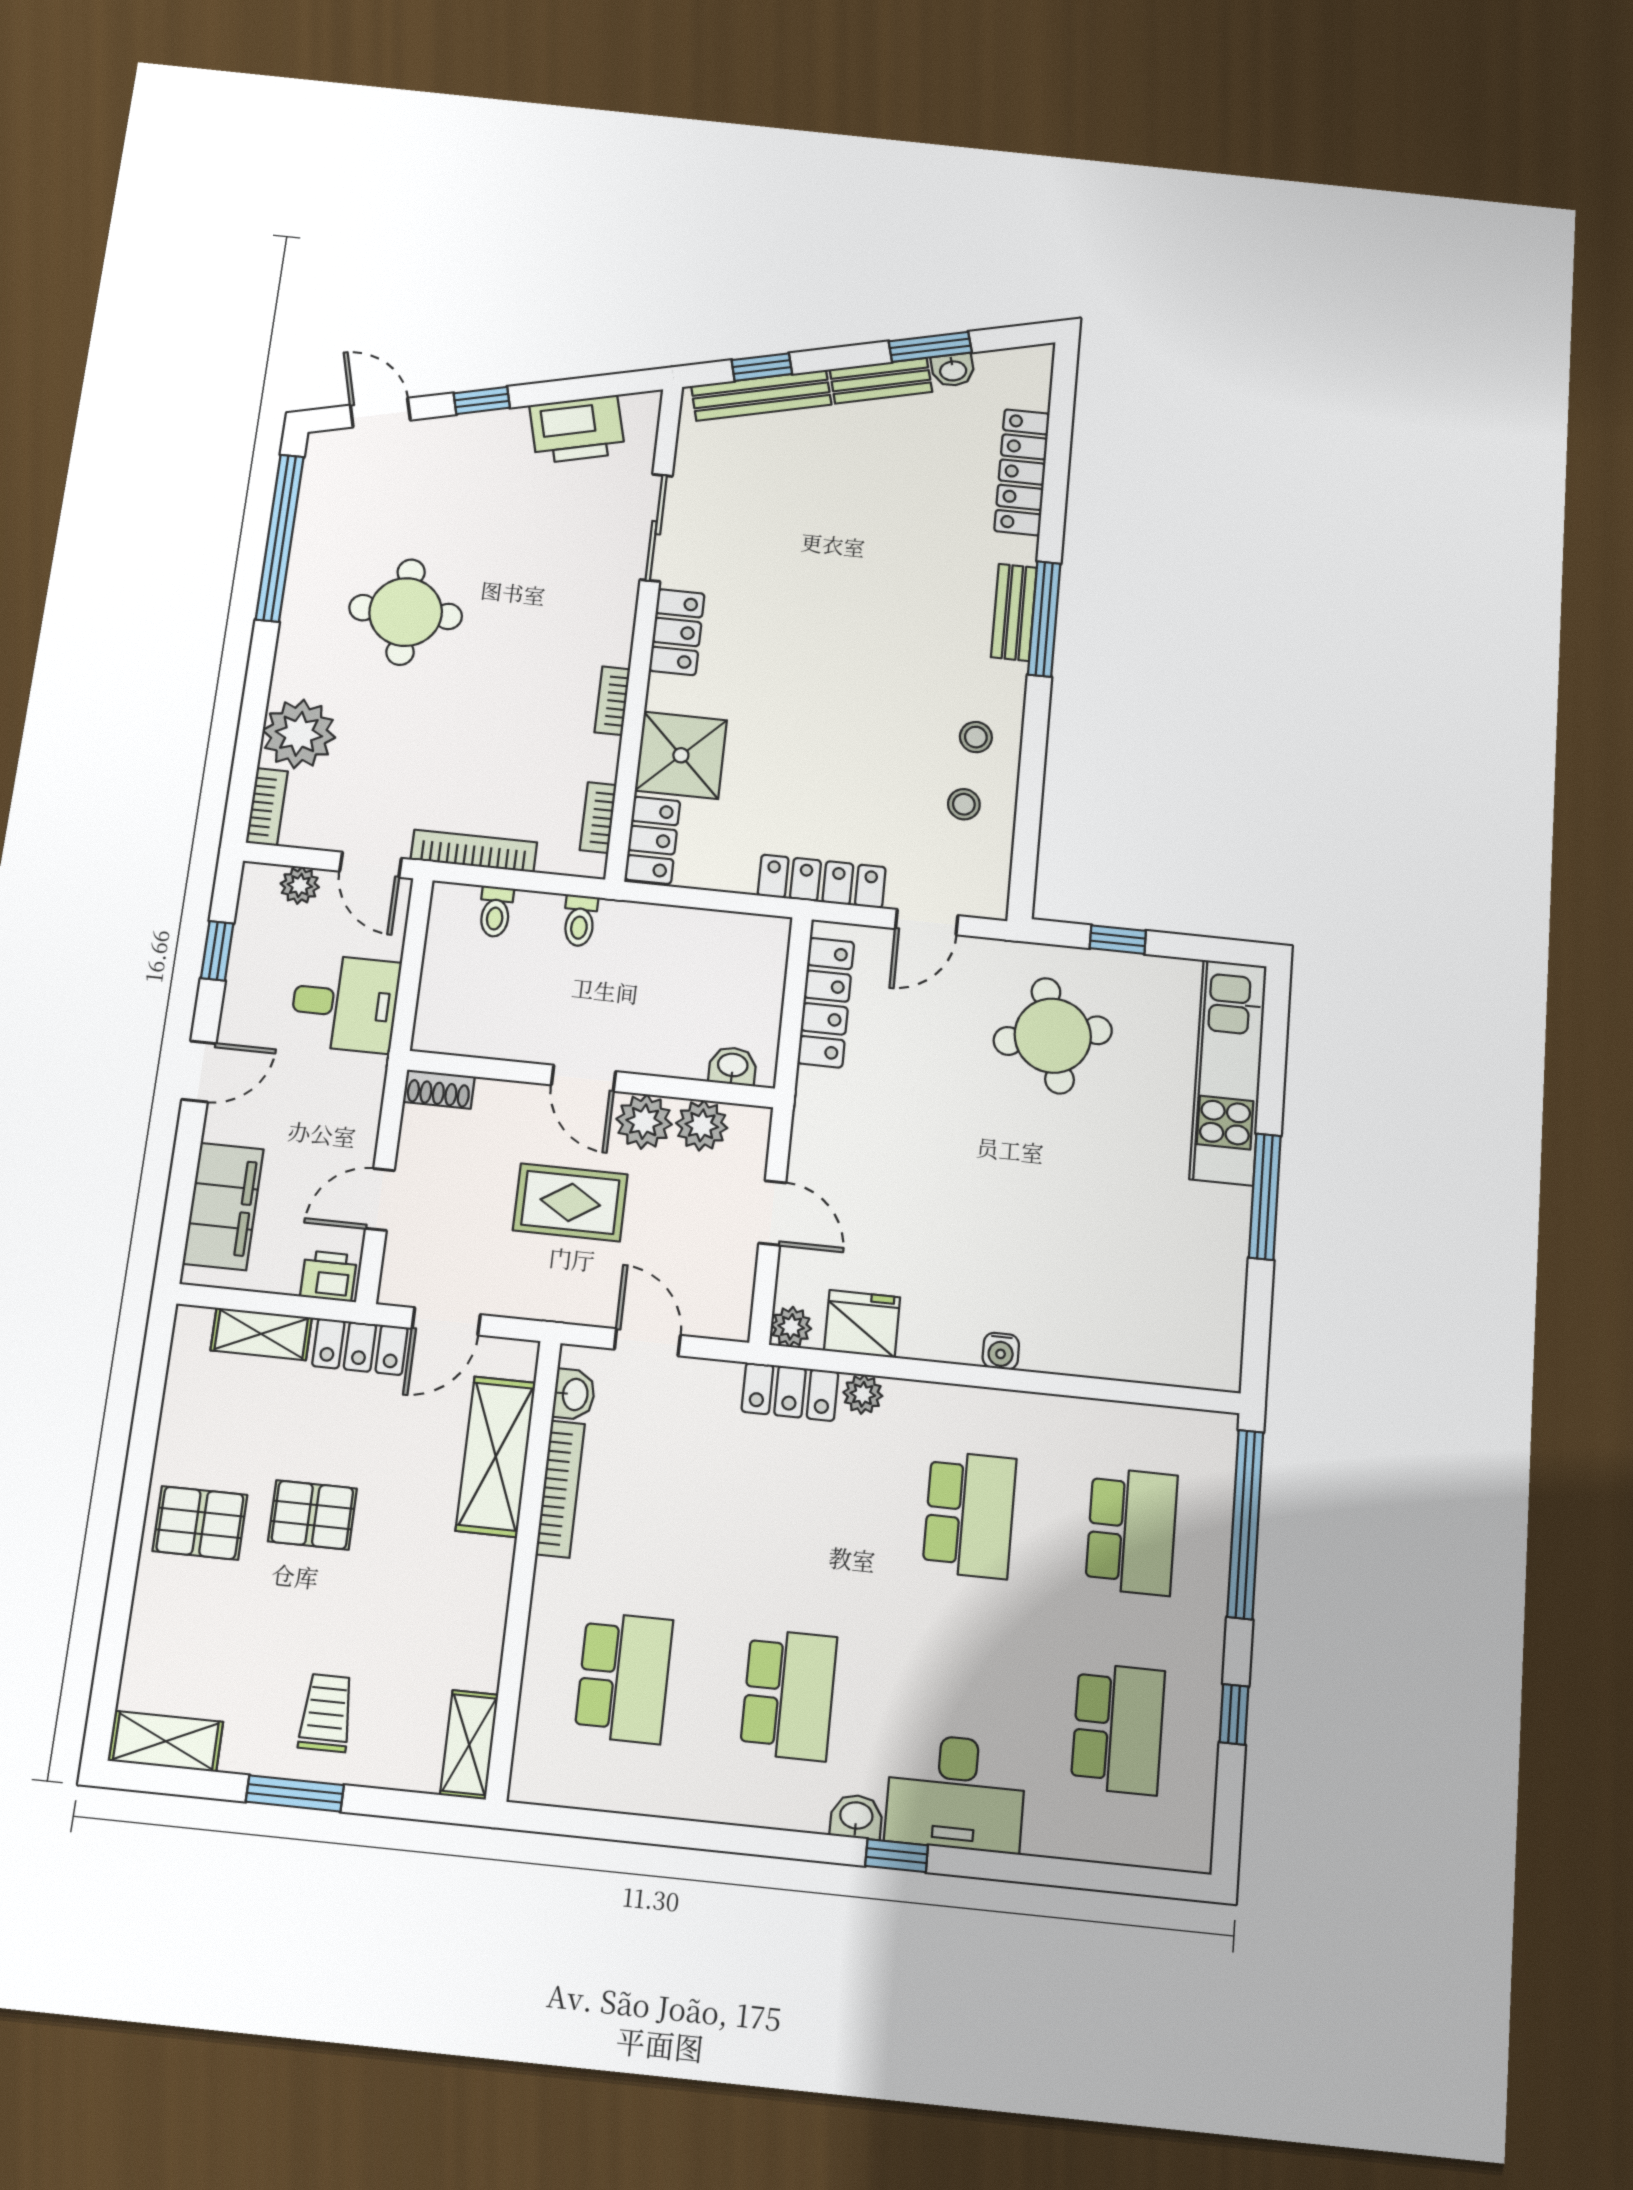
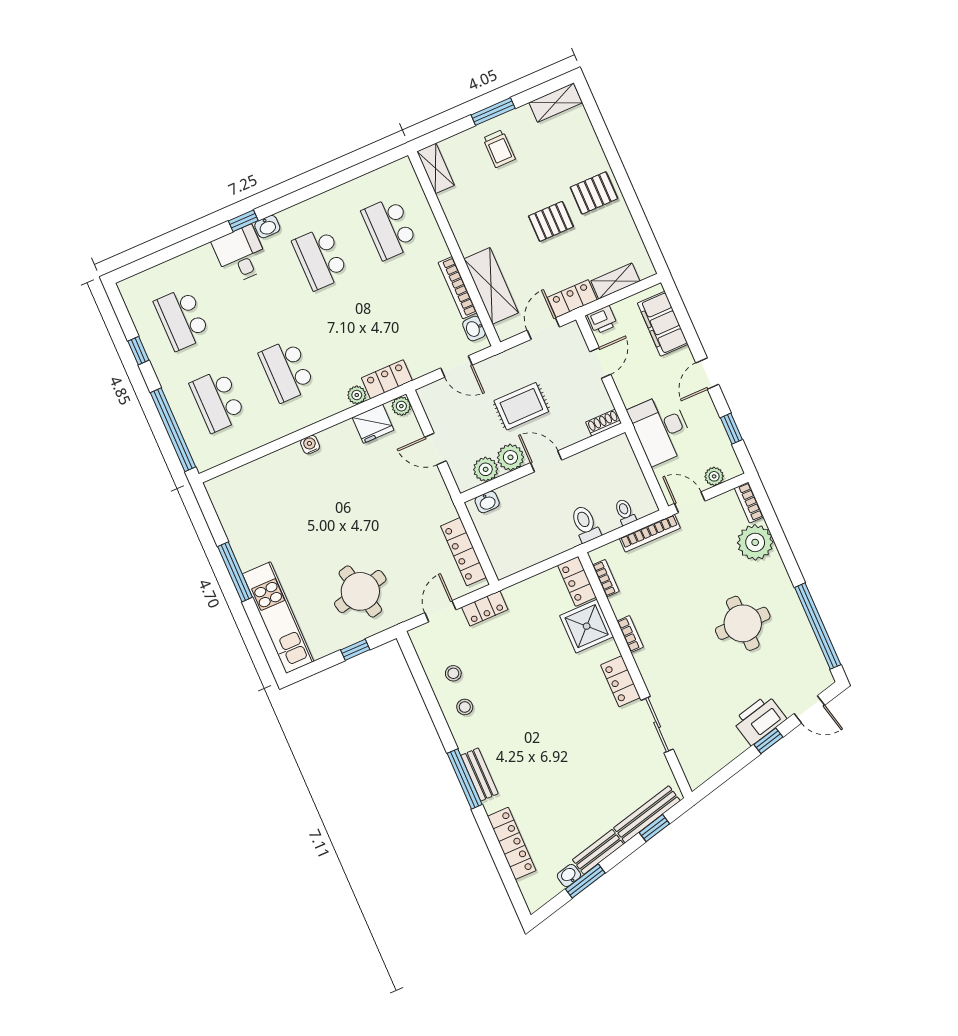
printer: (577, 429) -> (759, 720), moved
locker: (822, 881) -> (485, 608), width x0.66
toilet: (580, 921) -> (585, 524), width x1.37, depth x1.39
desk: (345, 1003) -> (661, 429), width x1.37
desk: (956, 1793) -> (241, 255), width x0.73

